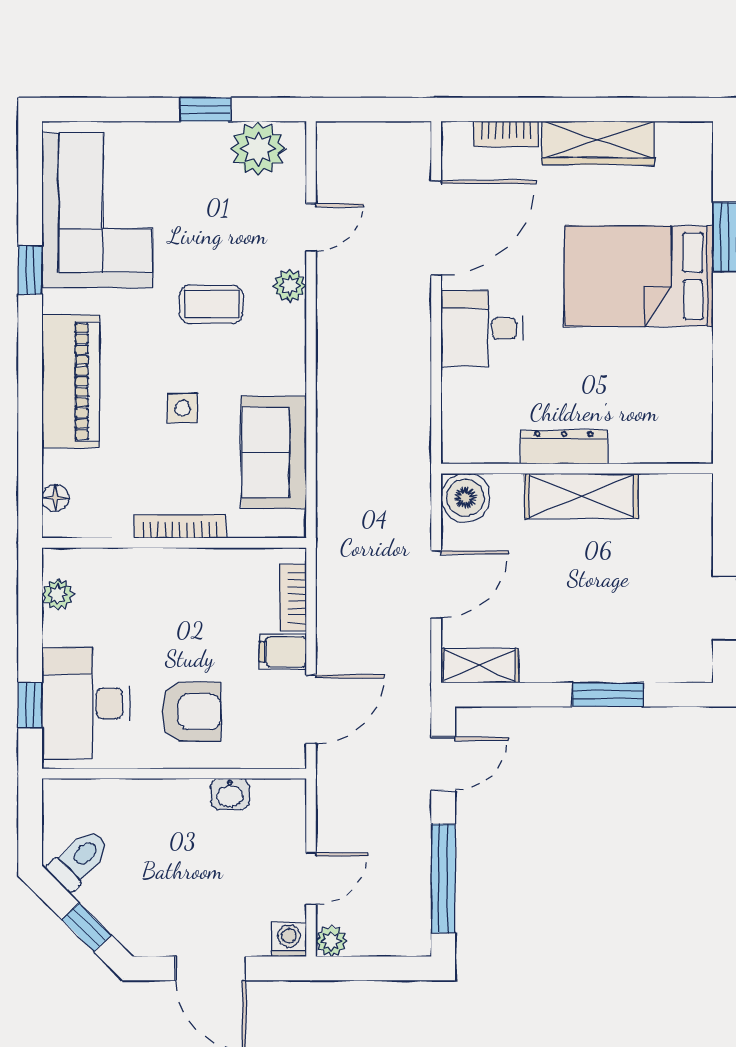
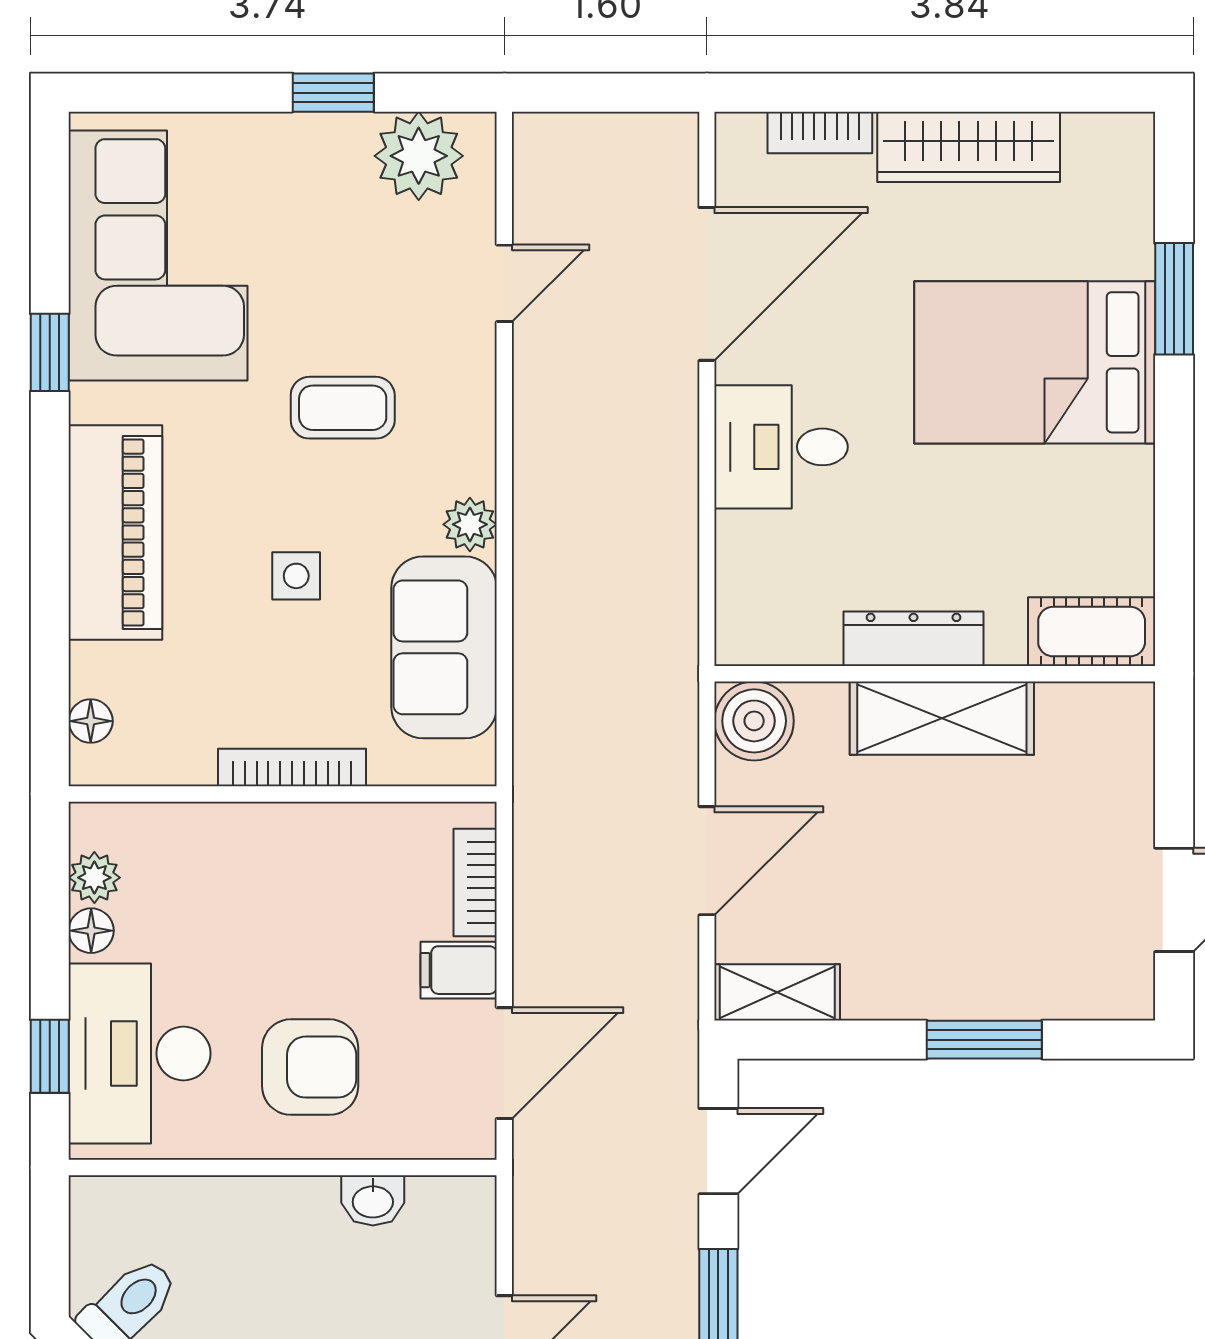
plant: (290, 286) -> (470, 524), moved
cot: (674, 443) -> (1092, 632), added
floor lamp: (56, 627) -> (91, 931), added

